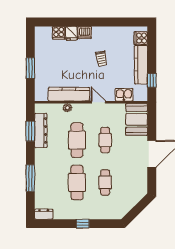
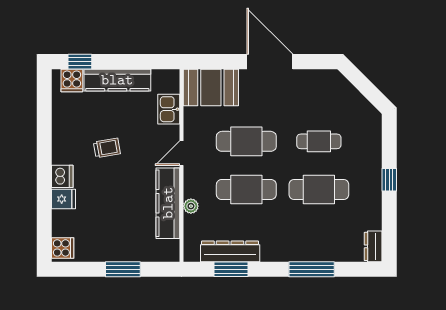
cooker: (59, 33) -> (63, 248), moved
window: (152, 80) -> (80, 62), moved
cafe table: (105, 140) -> (246, 141), width x1.37, depth x1.35

